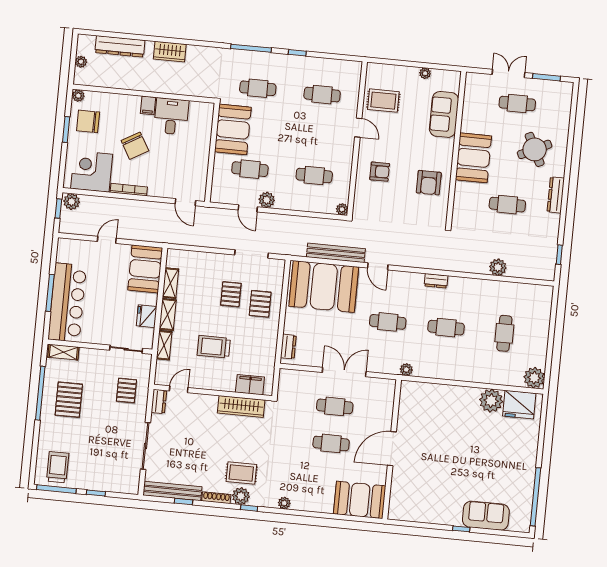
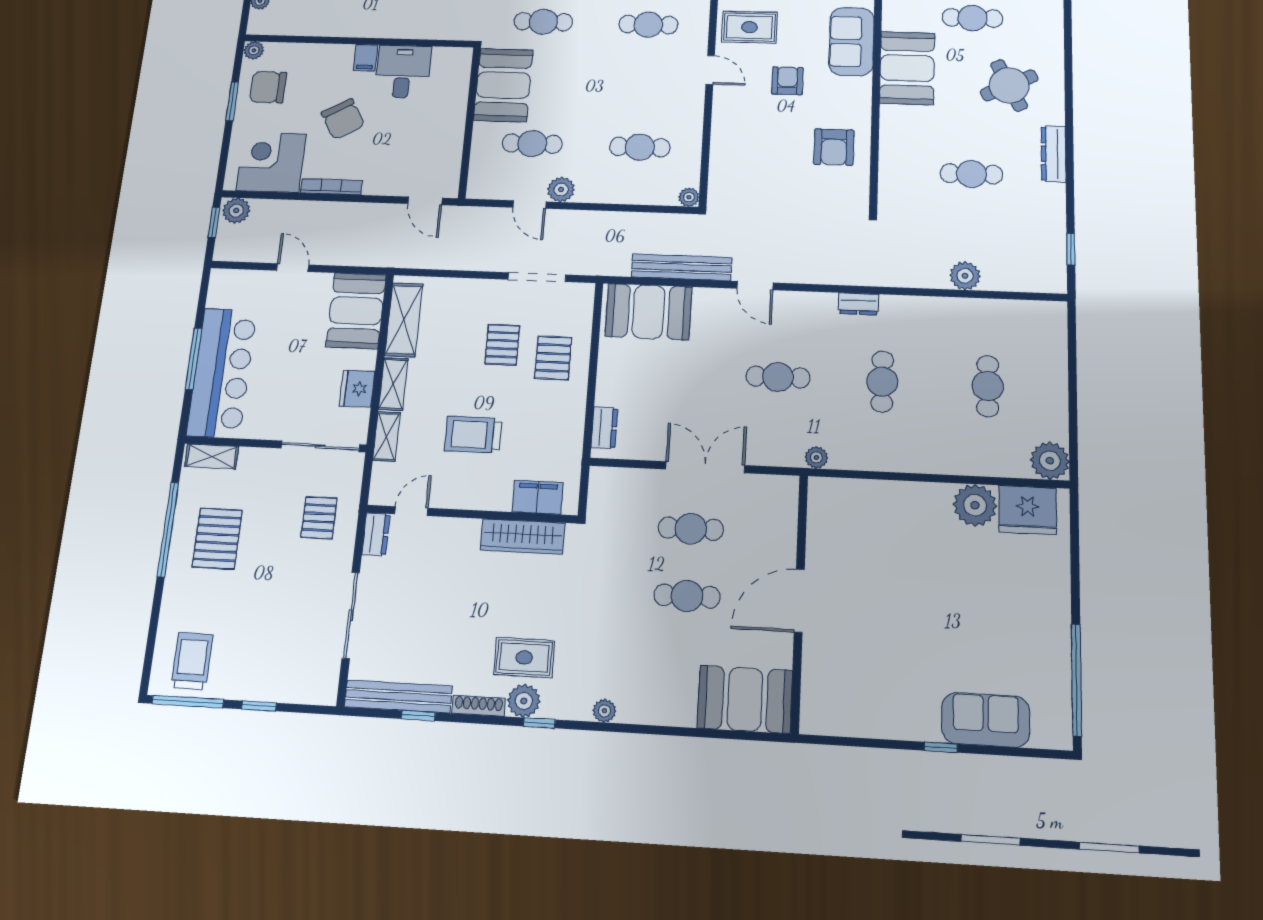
booth: (473, 158) -> (907, 68), moved
armchair: (380, 172) -> (787, 81), moved, turned -90
door: (107, 240) -> (293, 268), hinge flipped
shelving: (170, 283) -> (404, 320), width x1.50, depth x1.33
booth: (324, 287) -> (649, 312), width x0.73, depth x0.70
cafe table: (446, 328) -> (882, 382), turned 90
sliding door: (126, 349) -> (320, 446), width x1.37

